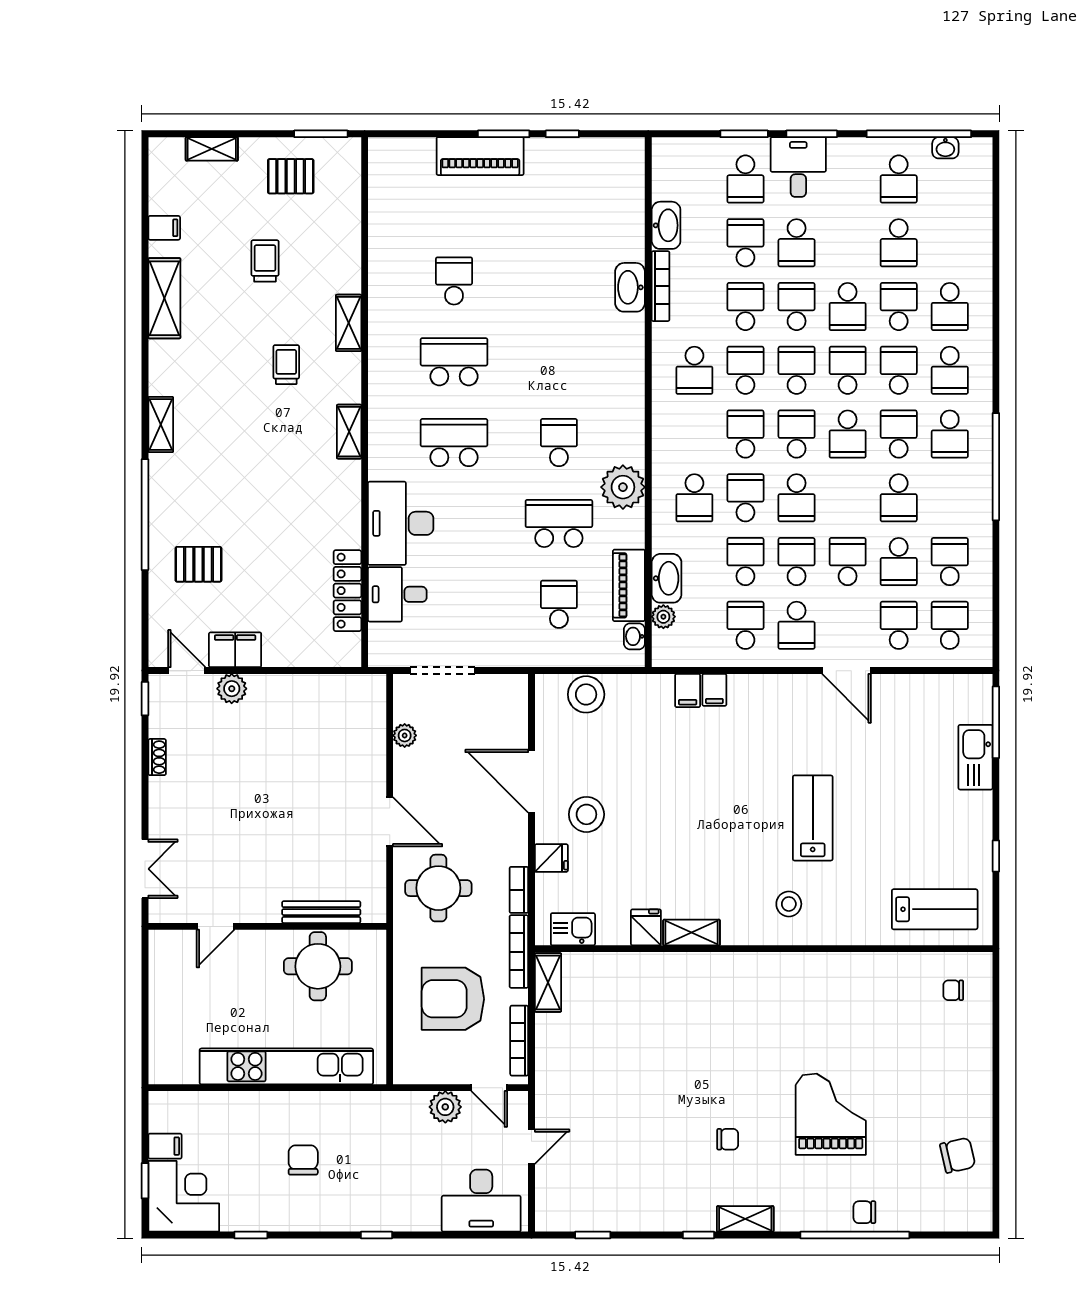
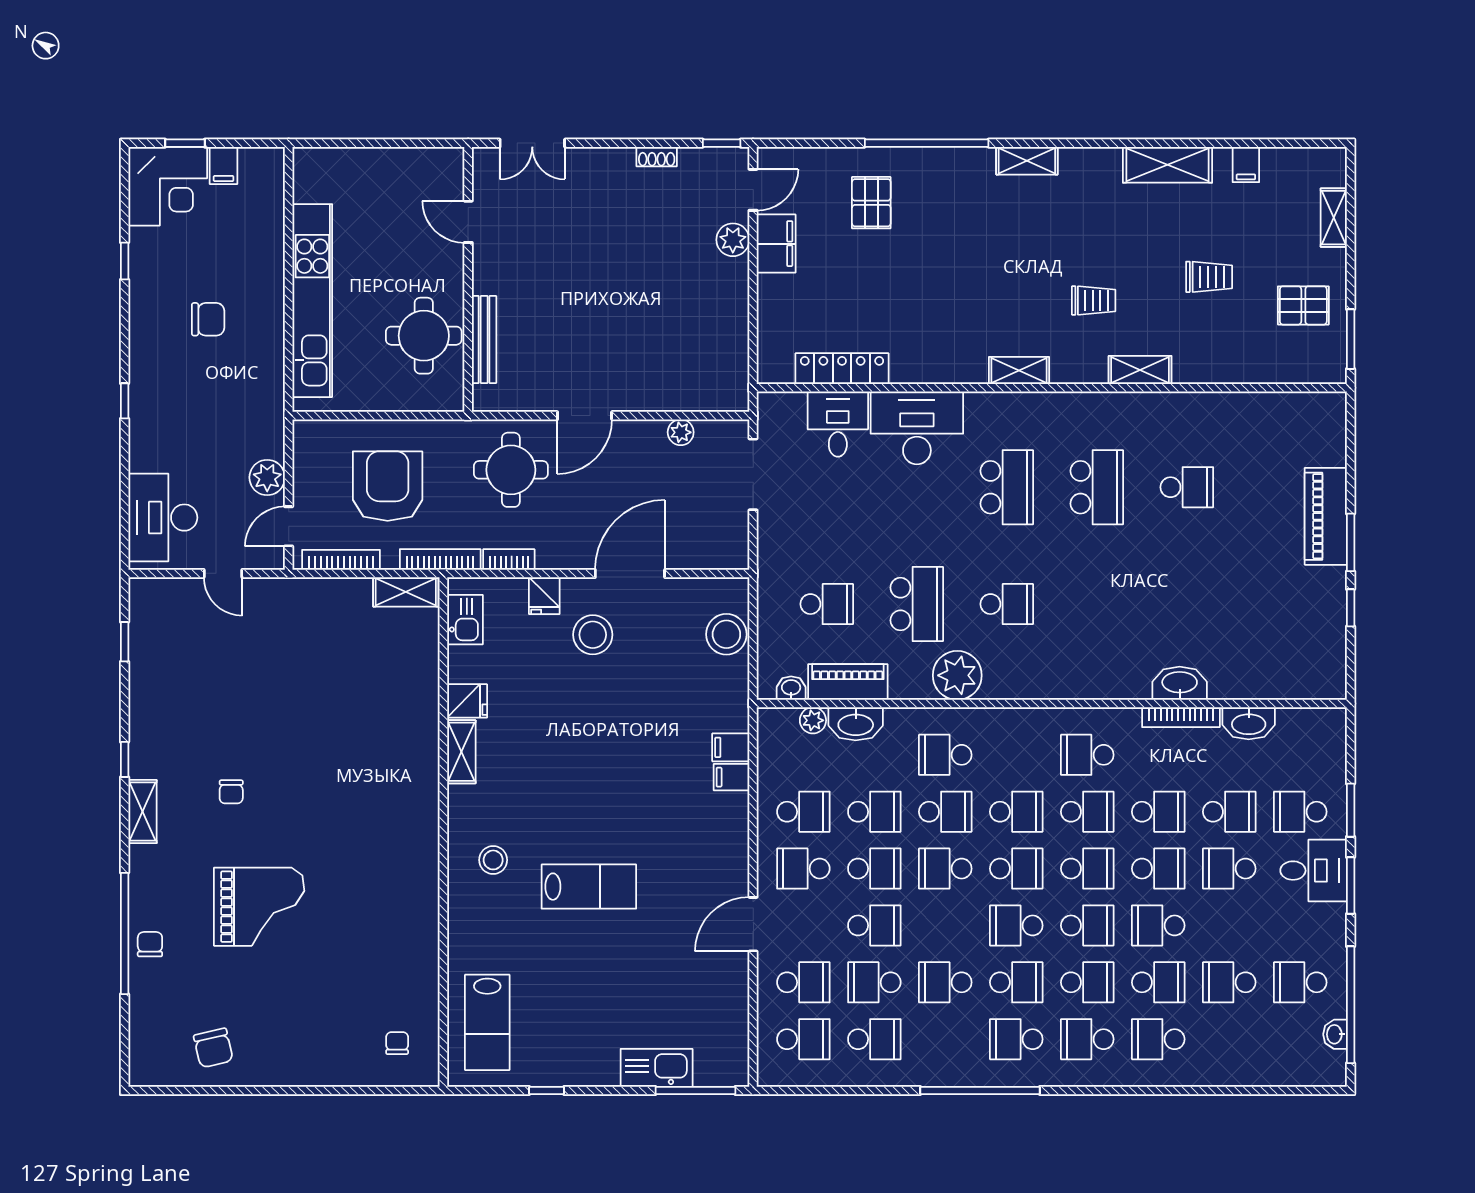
pallet: (291, 176) -> (1303, 305), turned 90

